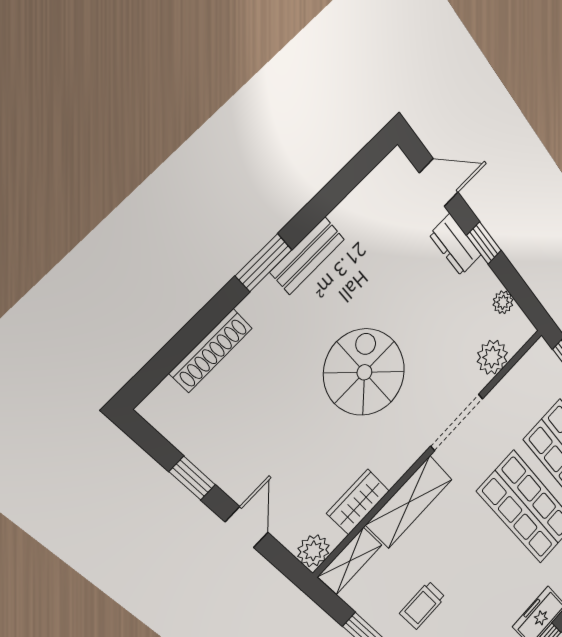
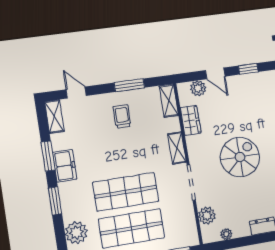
window: (484, 243) -> (256, 239), removed
spiral stairs: (364, 372) -> (240, 157), turned -90
shelving: (409, 502) -> (177, 148), width x0.67, depth x0.75
plant: (313, 551) -> (198, 88), moved

